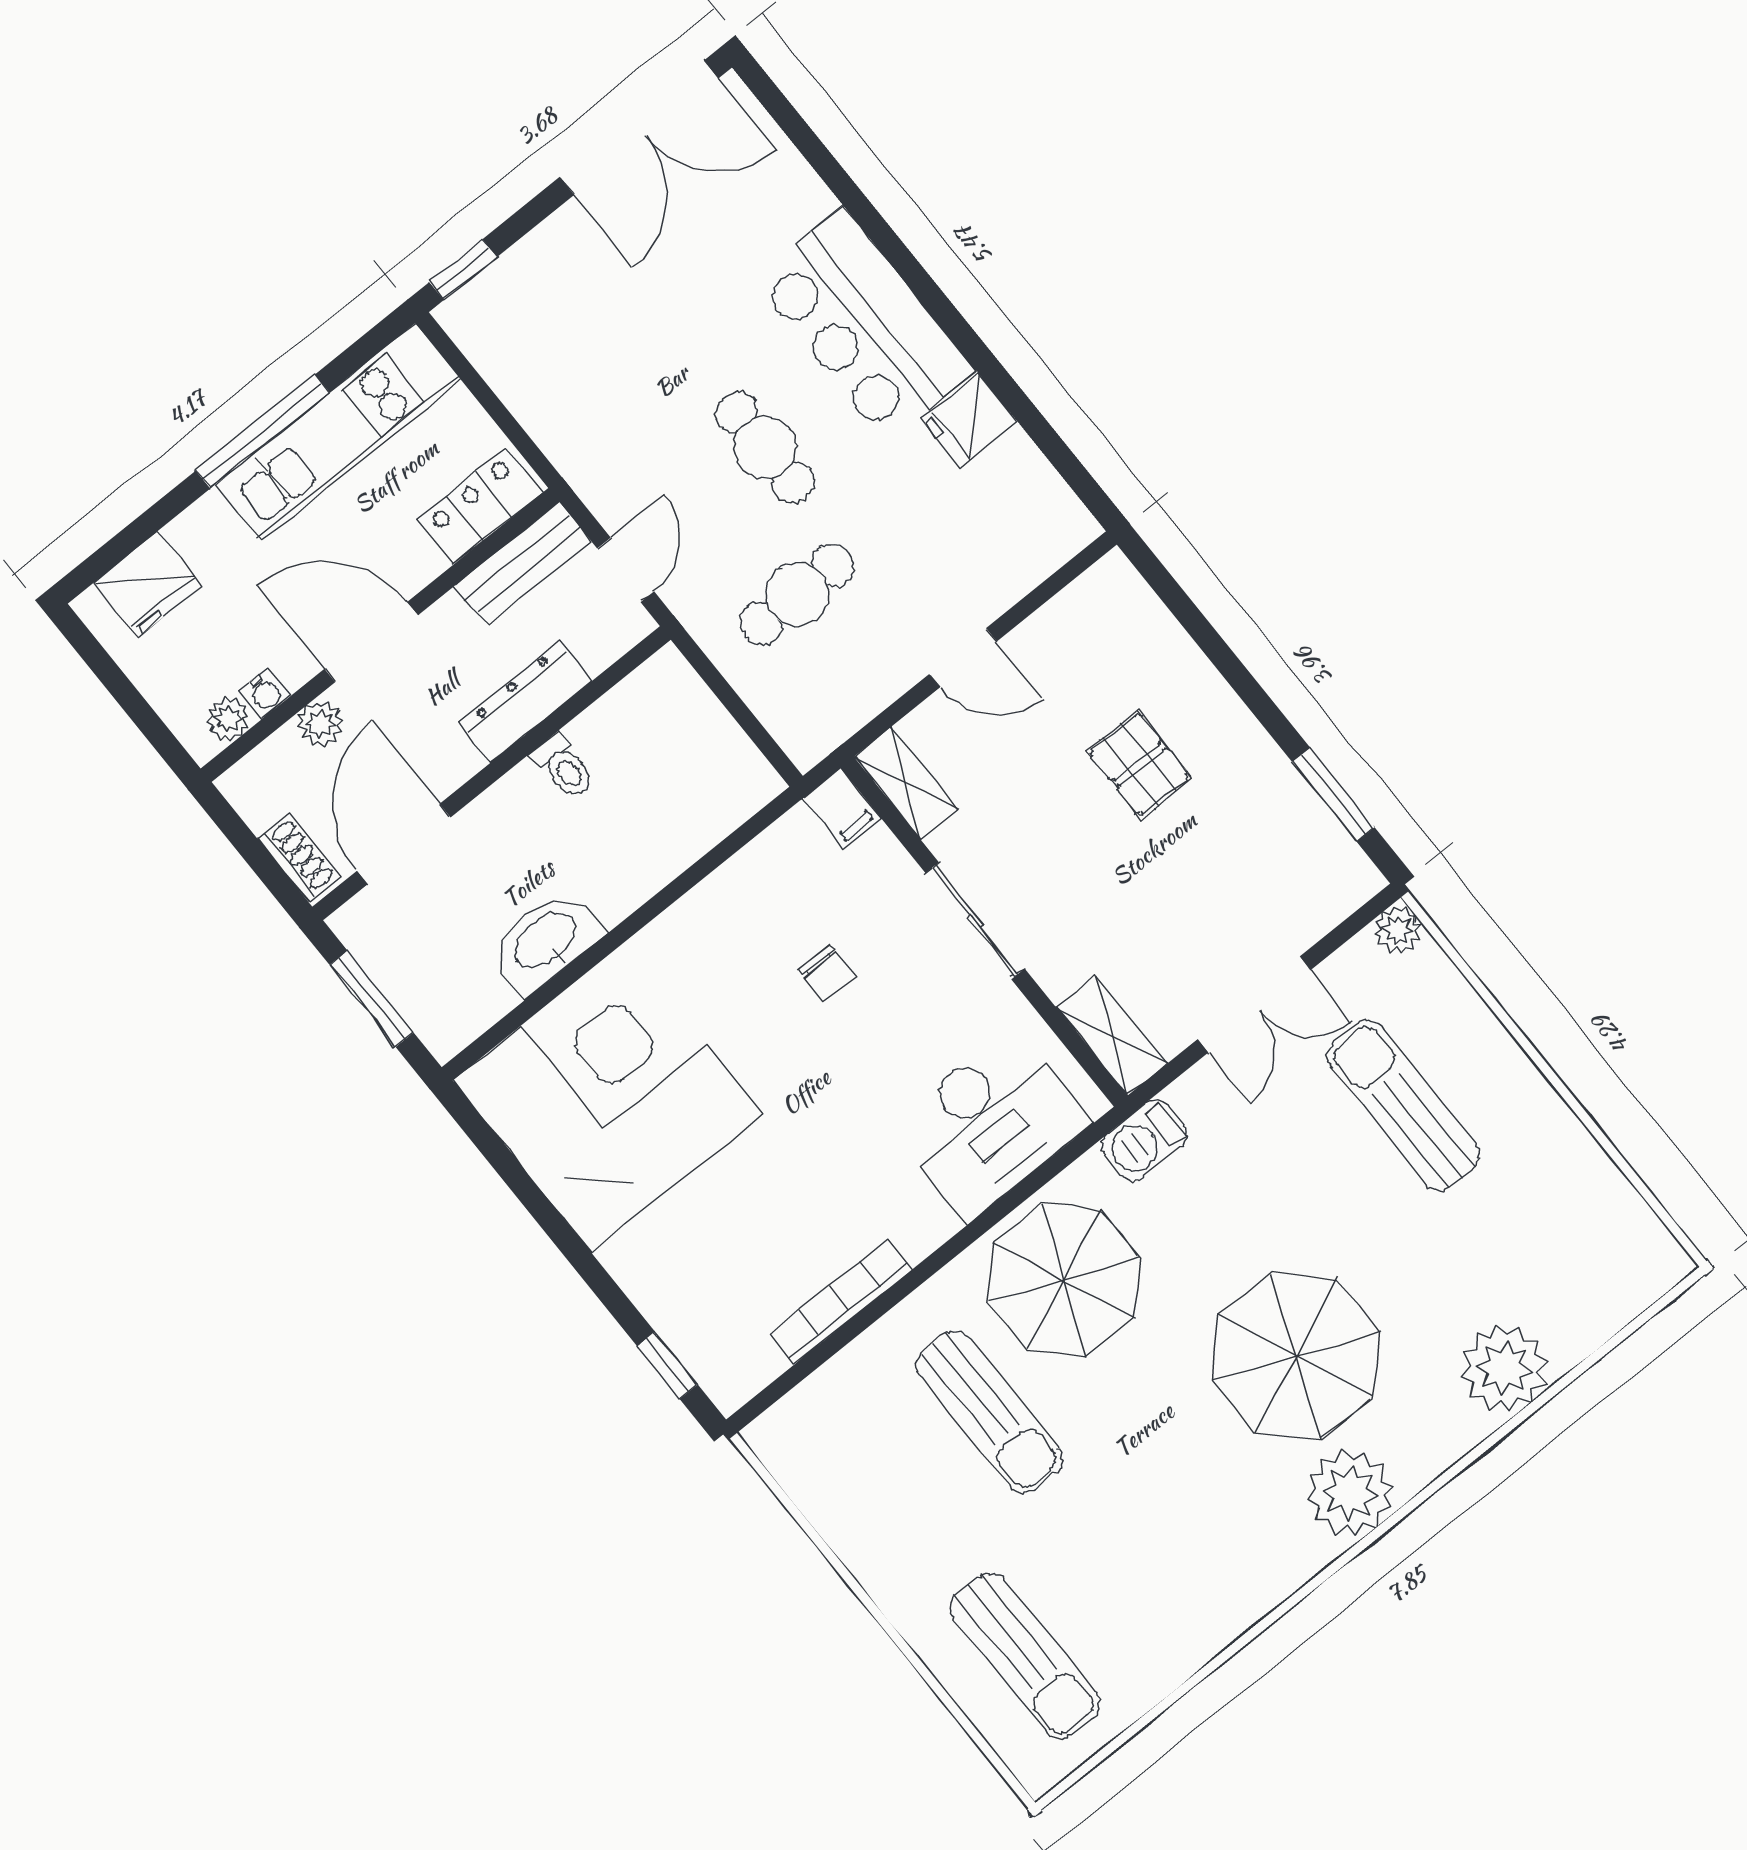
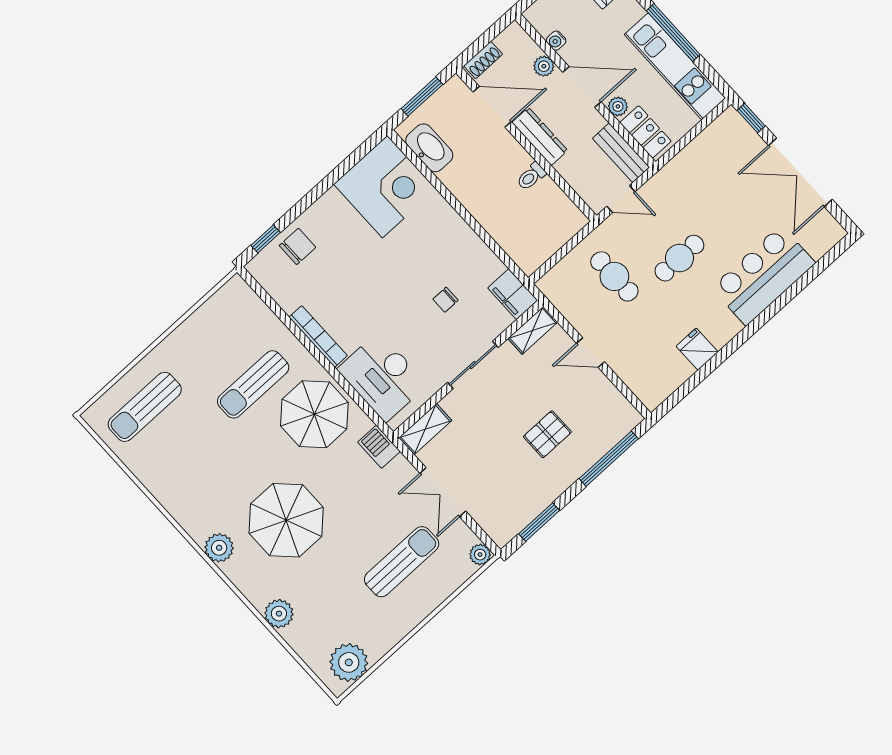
double door: (639, 128) -> (800, 172), moved
bar counter: (864, 324) -> (763, 275), moved
window: (1201, 631) -> (609, 459), added
door: (371, 642) -> (582, 87), hinge flipped
door: (963, 658) -> (591, 353), hinge flipped
dresser: (525, 703) -> (540, 136), moved
plant: (228, 719) -> (618, 106), moved
filing cabinet: (842, 808) -> (513, 294), width x2.00
washbasin: (545, 942) -> (429, 148), moved
corner desk: (608, 1097) -> (385, 187), width x0.74, depth x0.74
plant: (1620, 1236) -> (349, 662), added
chair: (688, 1295) -> (297, 246), added
bookcase: (842, 1301) -> (318, 336), moved
plant: (1504, 1369) -> (279, 614), width x0.73, depth x0.73
plant: (1350, 1493) -> (219, 548), width x0.73, depth x0.73

